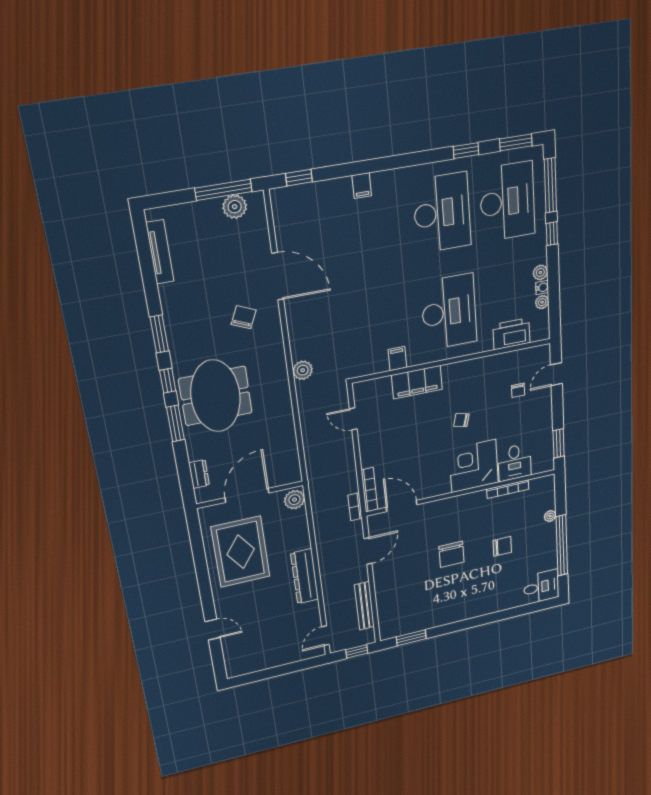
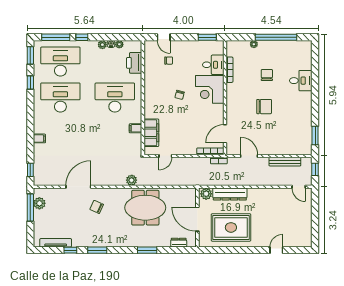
window: (168, 381) -> (70, 250), moved
filing cabinet: (417, 382) -> (151, 133), moved
meeting table: (216, 396) -> (145, 208), moved
dresser: (305, 576) -> (230, 194), moved
desk: (541, 587) -> (301, 81), moved, turned 90

